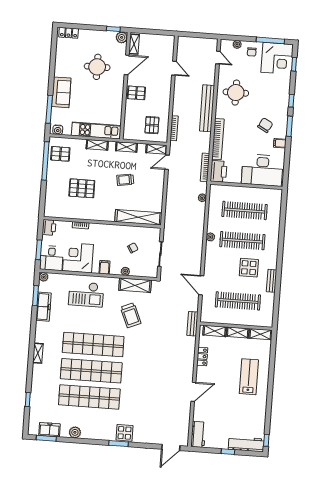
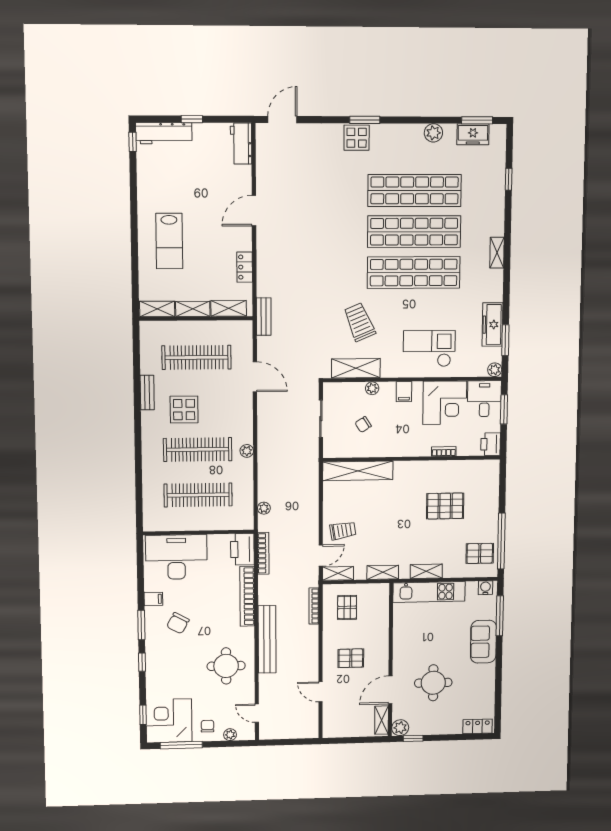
pallet: (136, 93) -> (351, 658), moved
trolley: (125, 180) -> (343, 531), moved

